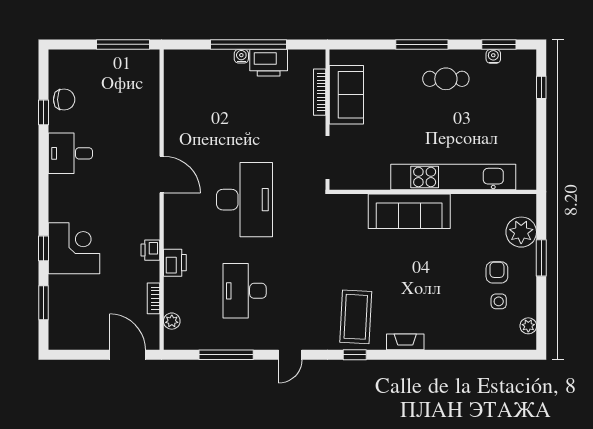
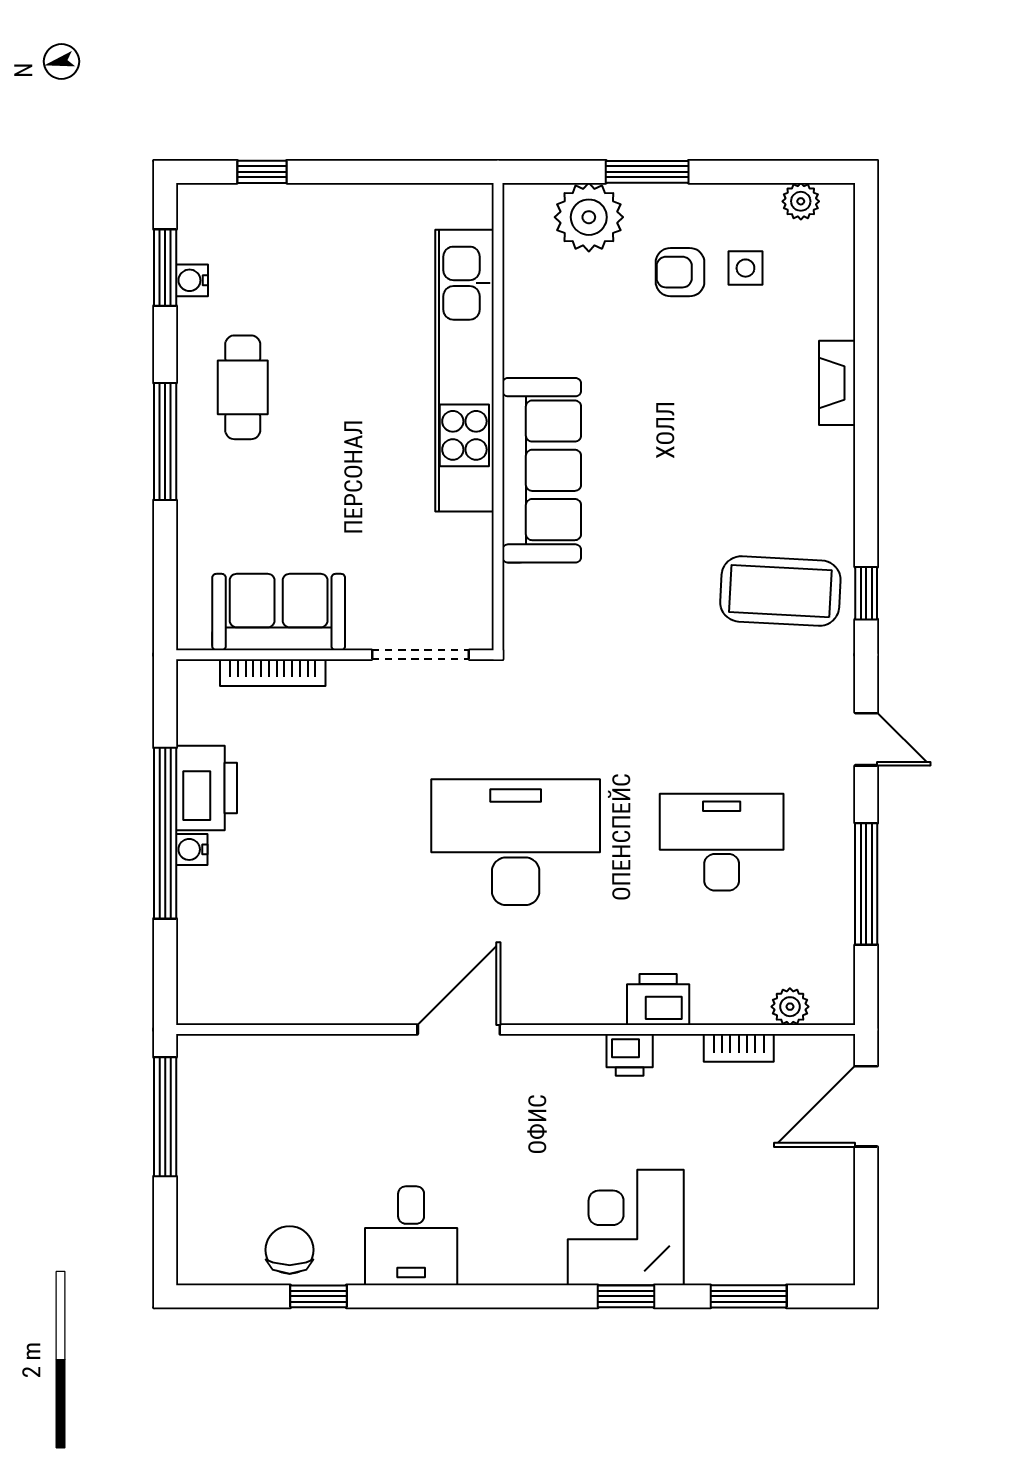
desk: (245, 291) -> (722, 842), turned 180
fireplace: (405, 342) -> (837, 383), moved

